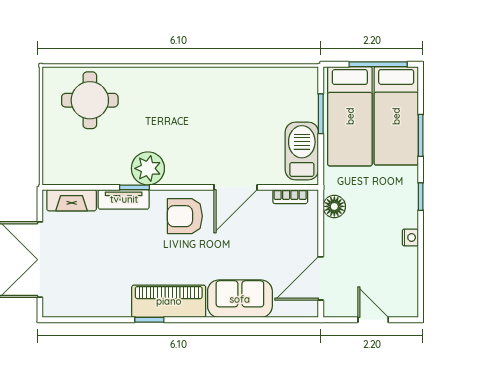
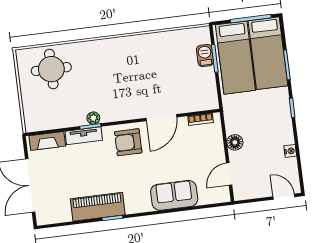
barbecue: (302, 151) -> (205, 56), moved, width x0.53, depth x0.65
plant: (148, 168) -> (93, 118), width x0.53, depth x0.53
floor lamp: (334, 206) -> (235, 142), moved
nightstand: (410, 237) -> (290, 151), moved
door: (321, 278) -> (229, 174), width x0.73
piano: (169, 301) -> (98, 207), moved
door: (373, 320) -> (284, 197), moved

